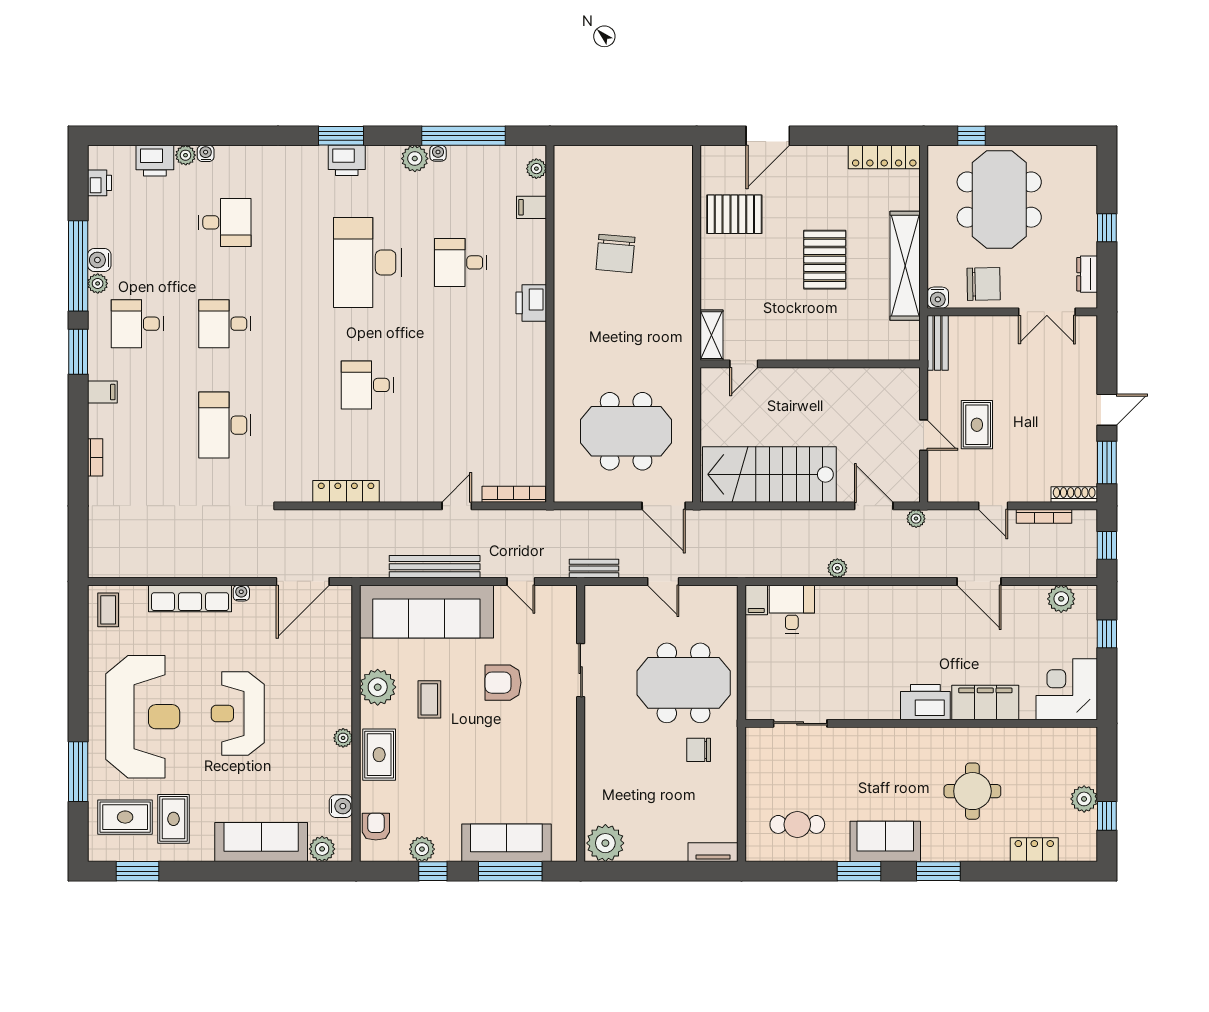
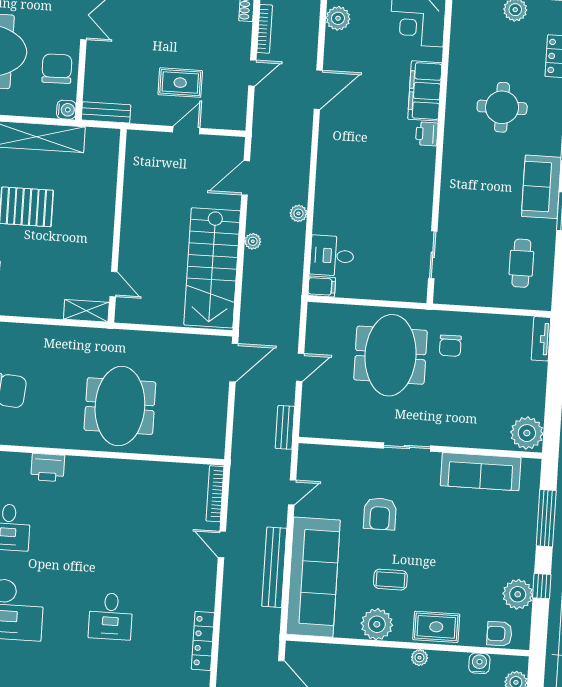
meeting table: (626, 431) -> (120, 406), moved
plant: (916, 519) -> (253, 241), moved
sliding door: (581, 670) -> (407, 447), moved
printer: (925, 702) -> (427, 134), width x0.53, depth x0.68
sofa: (506, 843) -> (481, 472), moved, turned -90
plant: (422, 849) -> (518, 594), width x1.36, depth x1.36

